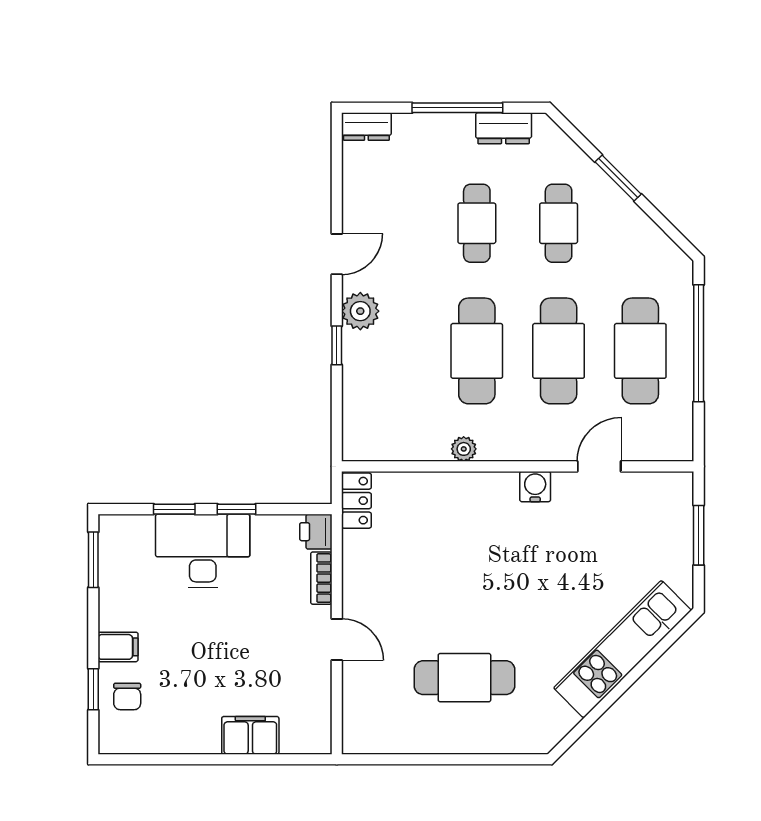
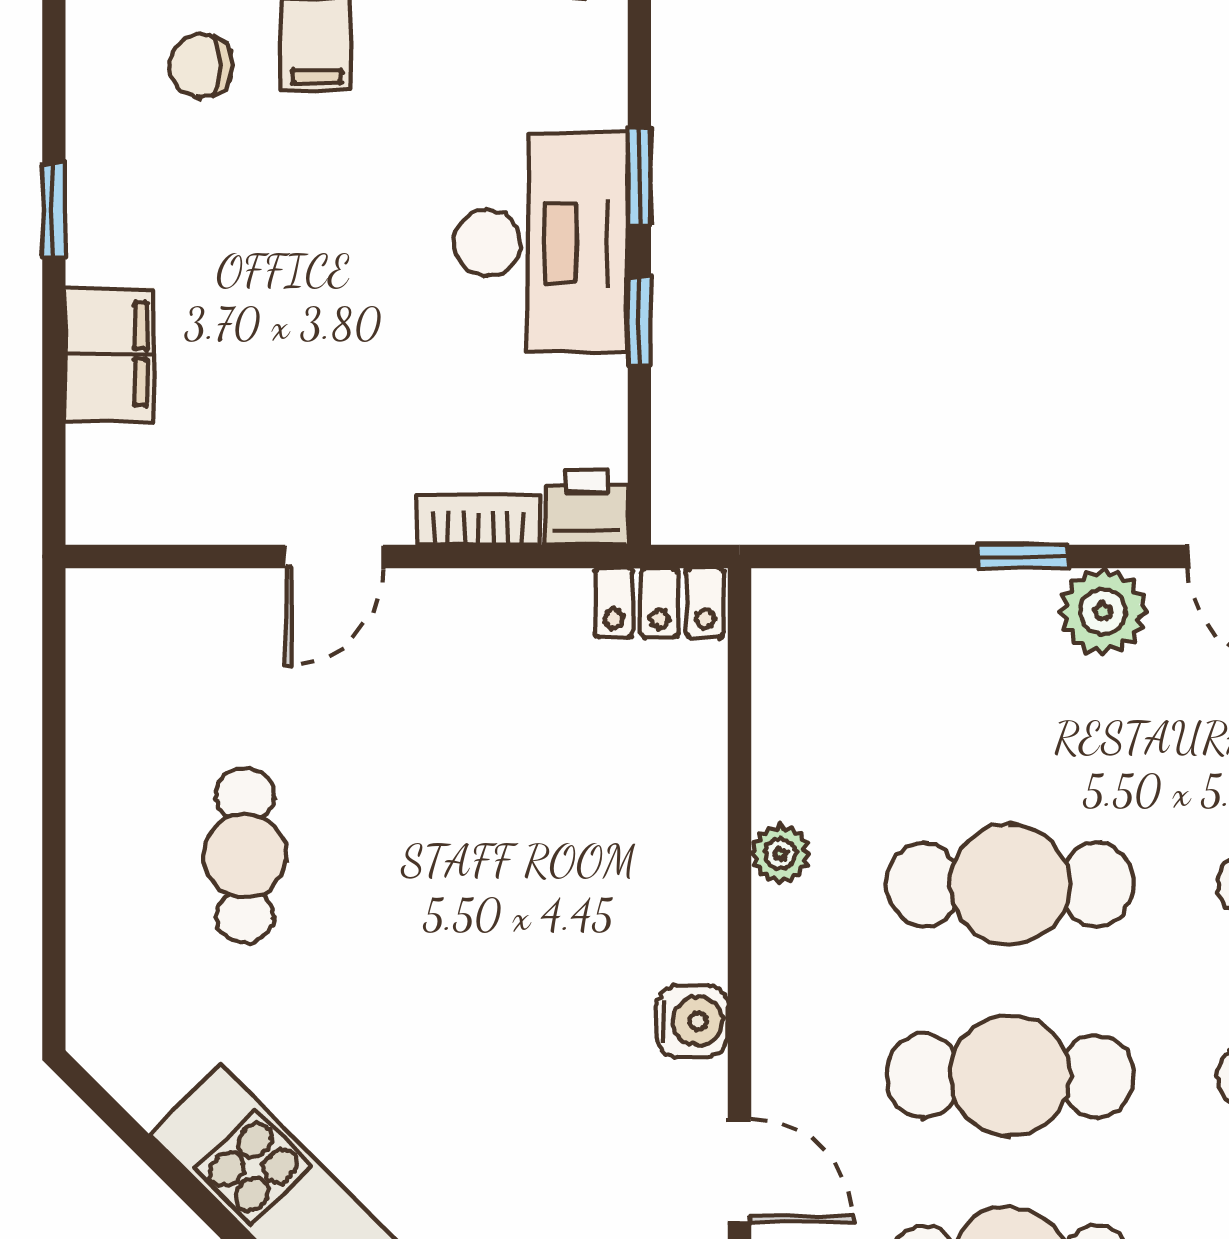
cafe table: (464, 678) -> (245, 856), width x0.73, depth x0.74
window: (189, 759) -> (54, 210), added

